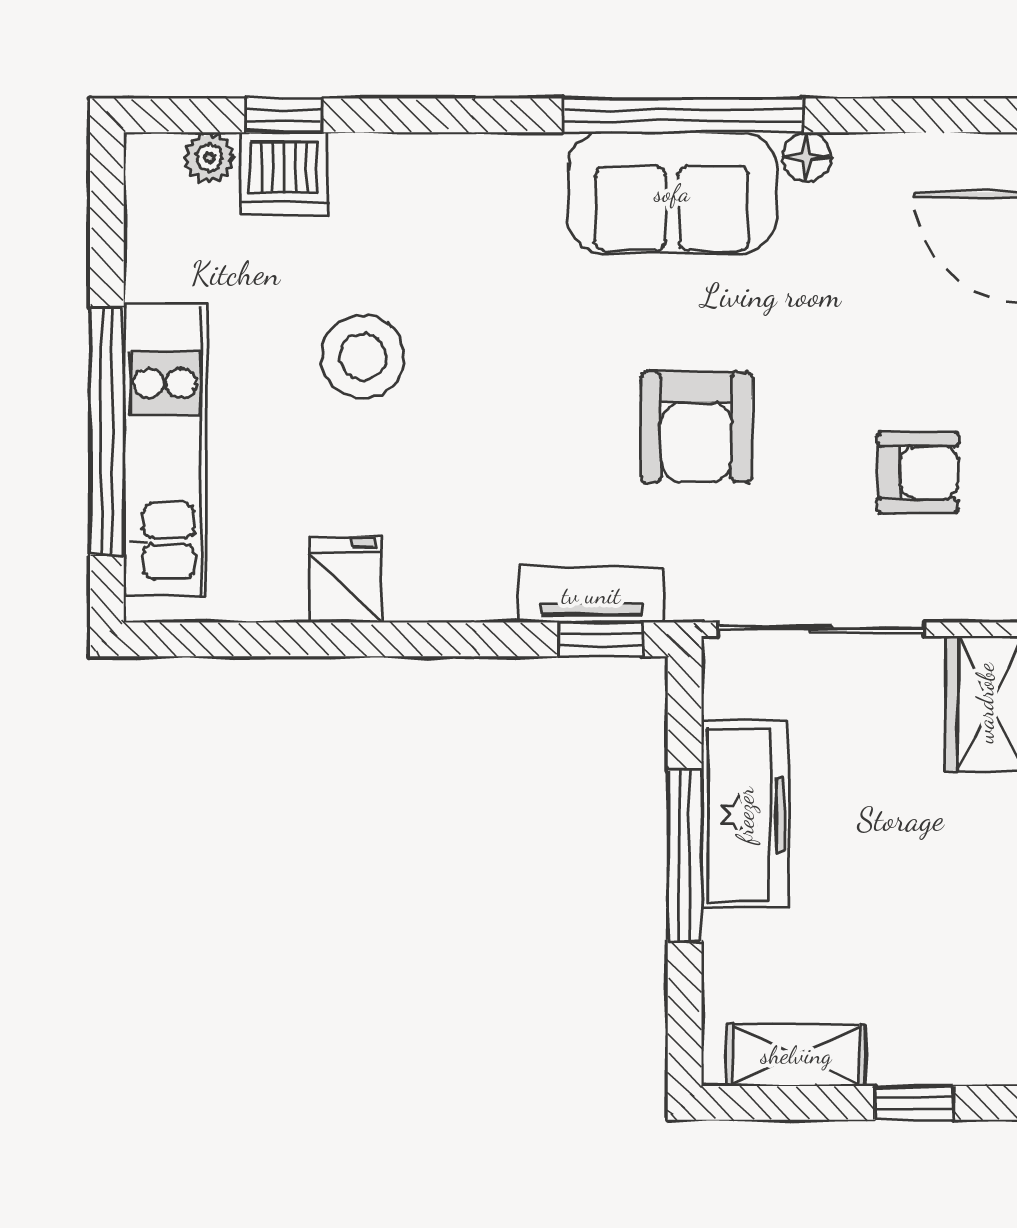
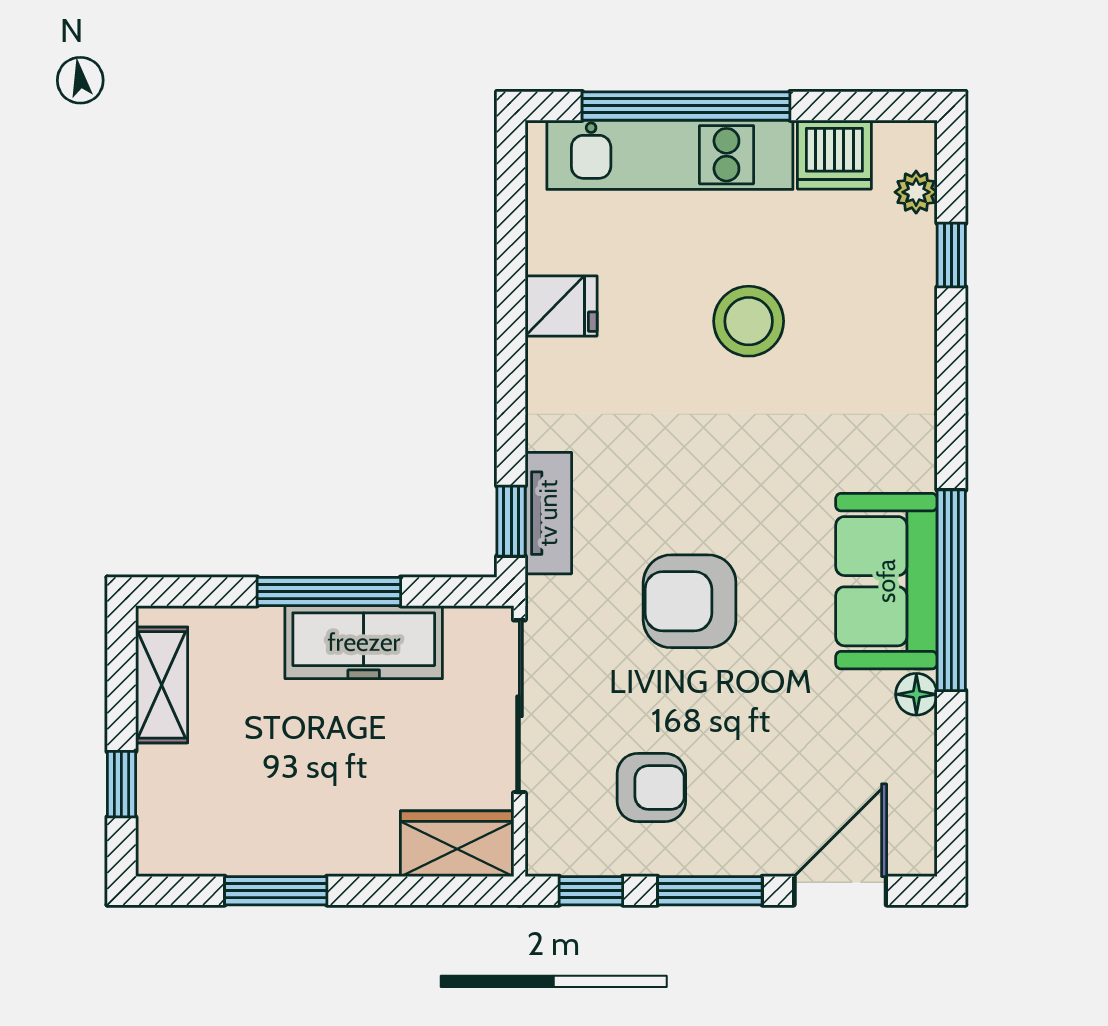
dishwasher: (284, 173) -> (834, 155), moved, turned -90
armchair: (918, 472) -> (651, 787), turned -90

